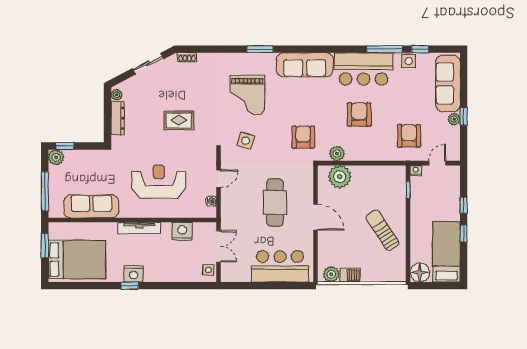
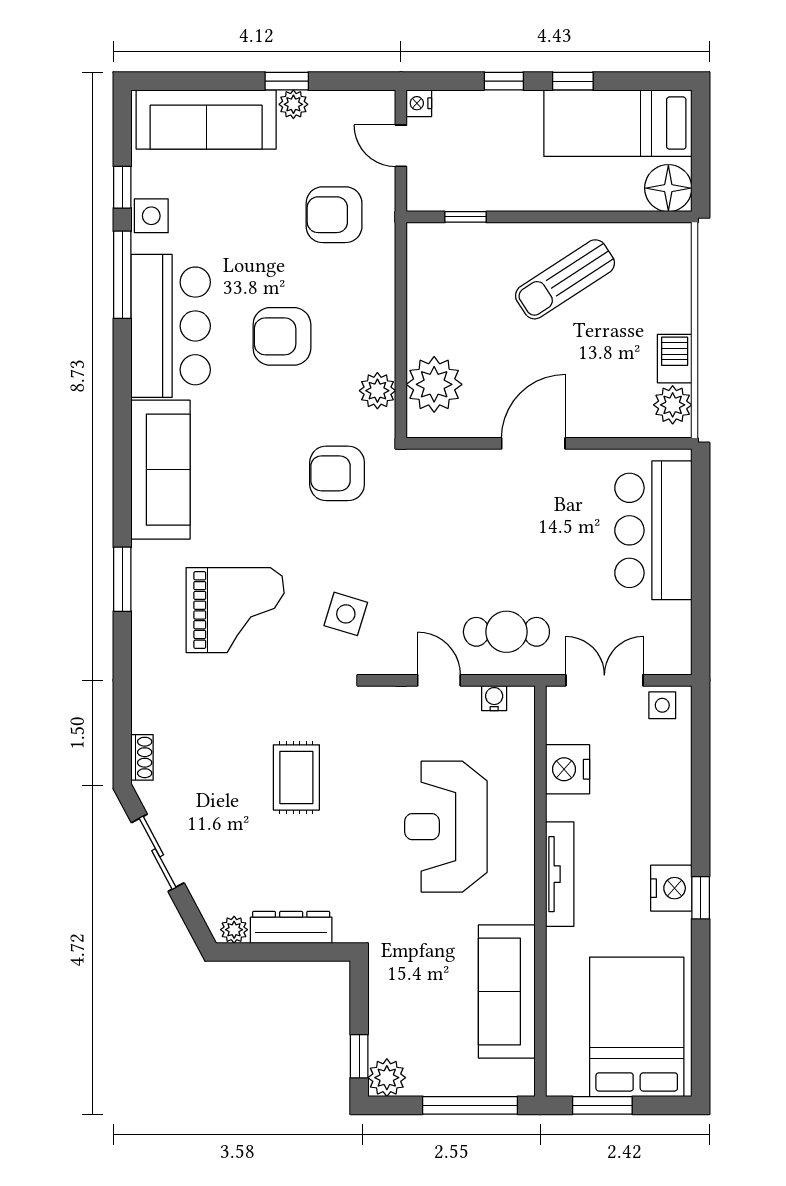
nightstand: (416, 170) -> (419, 103), moved
cafe table: (275, 203) -> (506, 632), moved, width x0.73, depth x0.74

